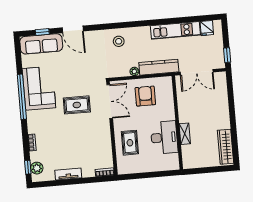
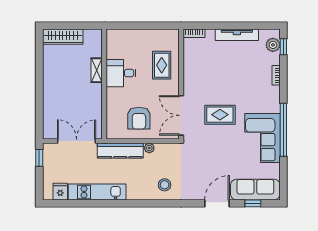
door: (73, 29) -> (217, 203), hinge flipped
desk: (164, 137) -> (121, 73), width x0.73
wardrobe: (225, 147) -> (63, 37), moved, turned 90
tv unit: (68, 174) -> (237, 35), width x1.41

